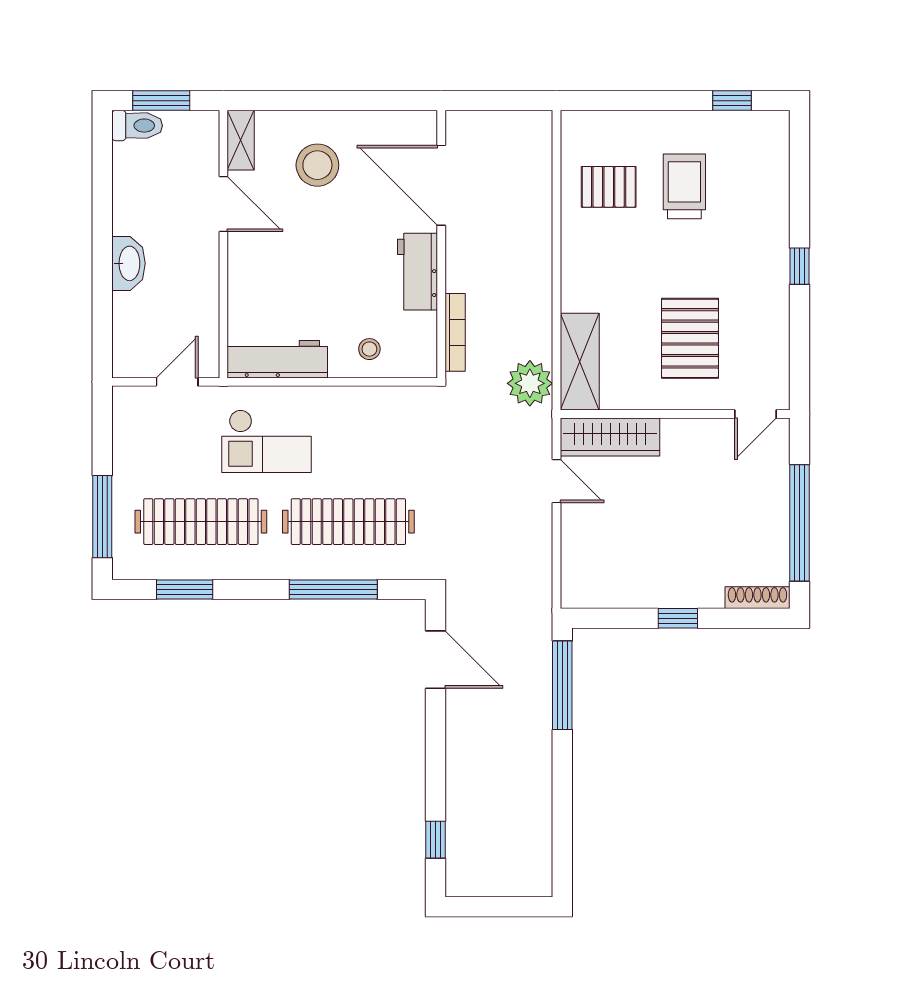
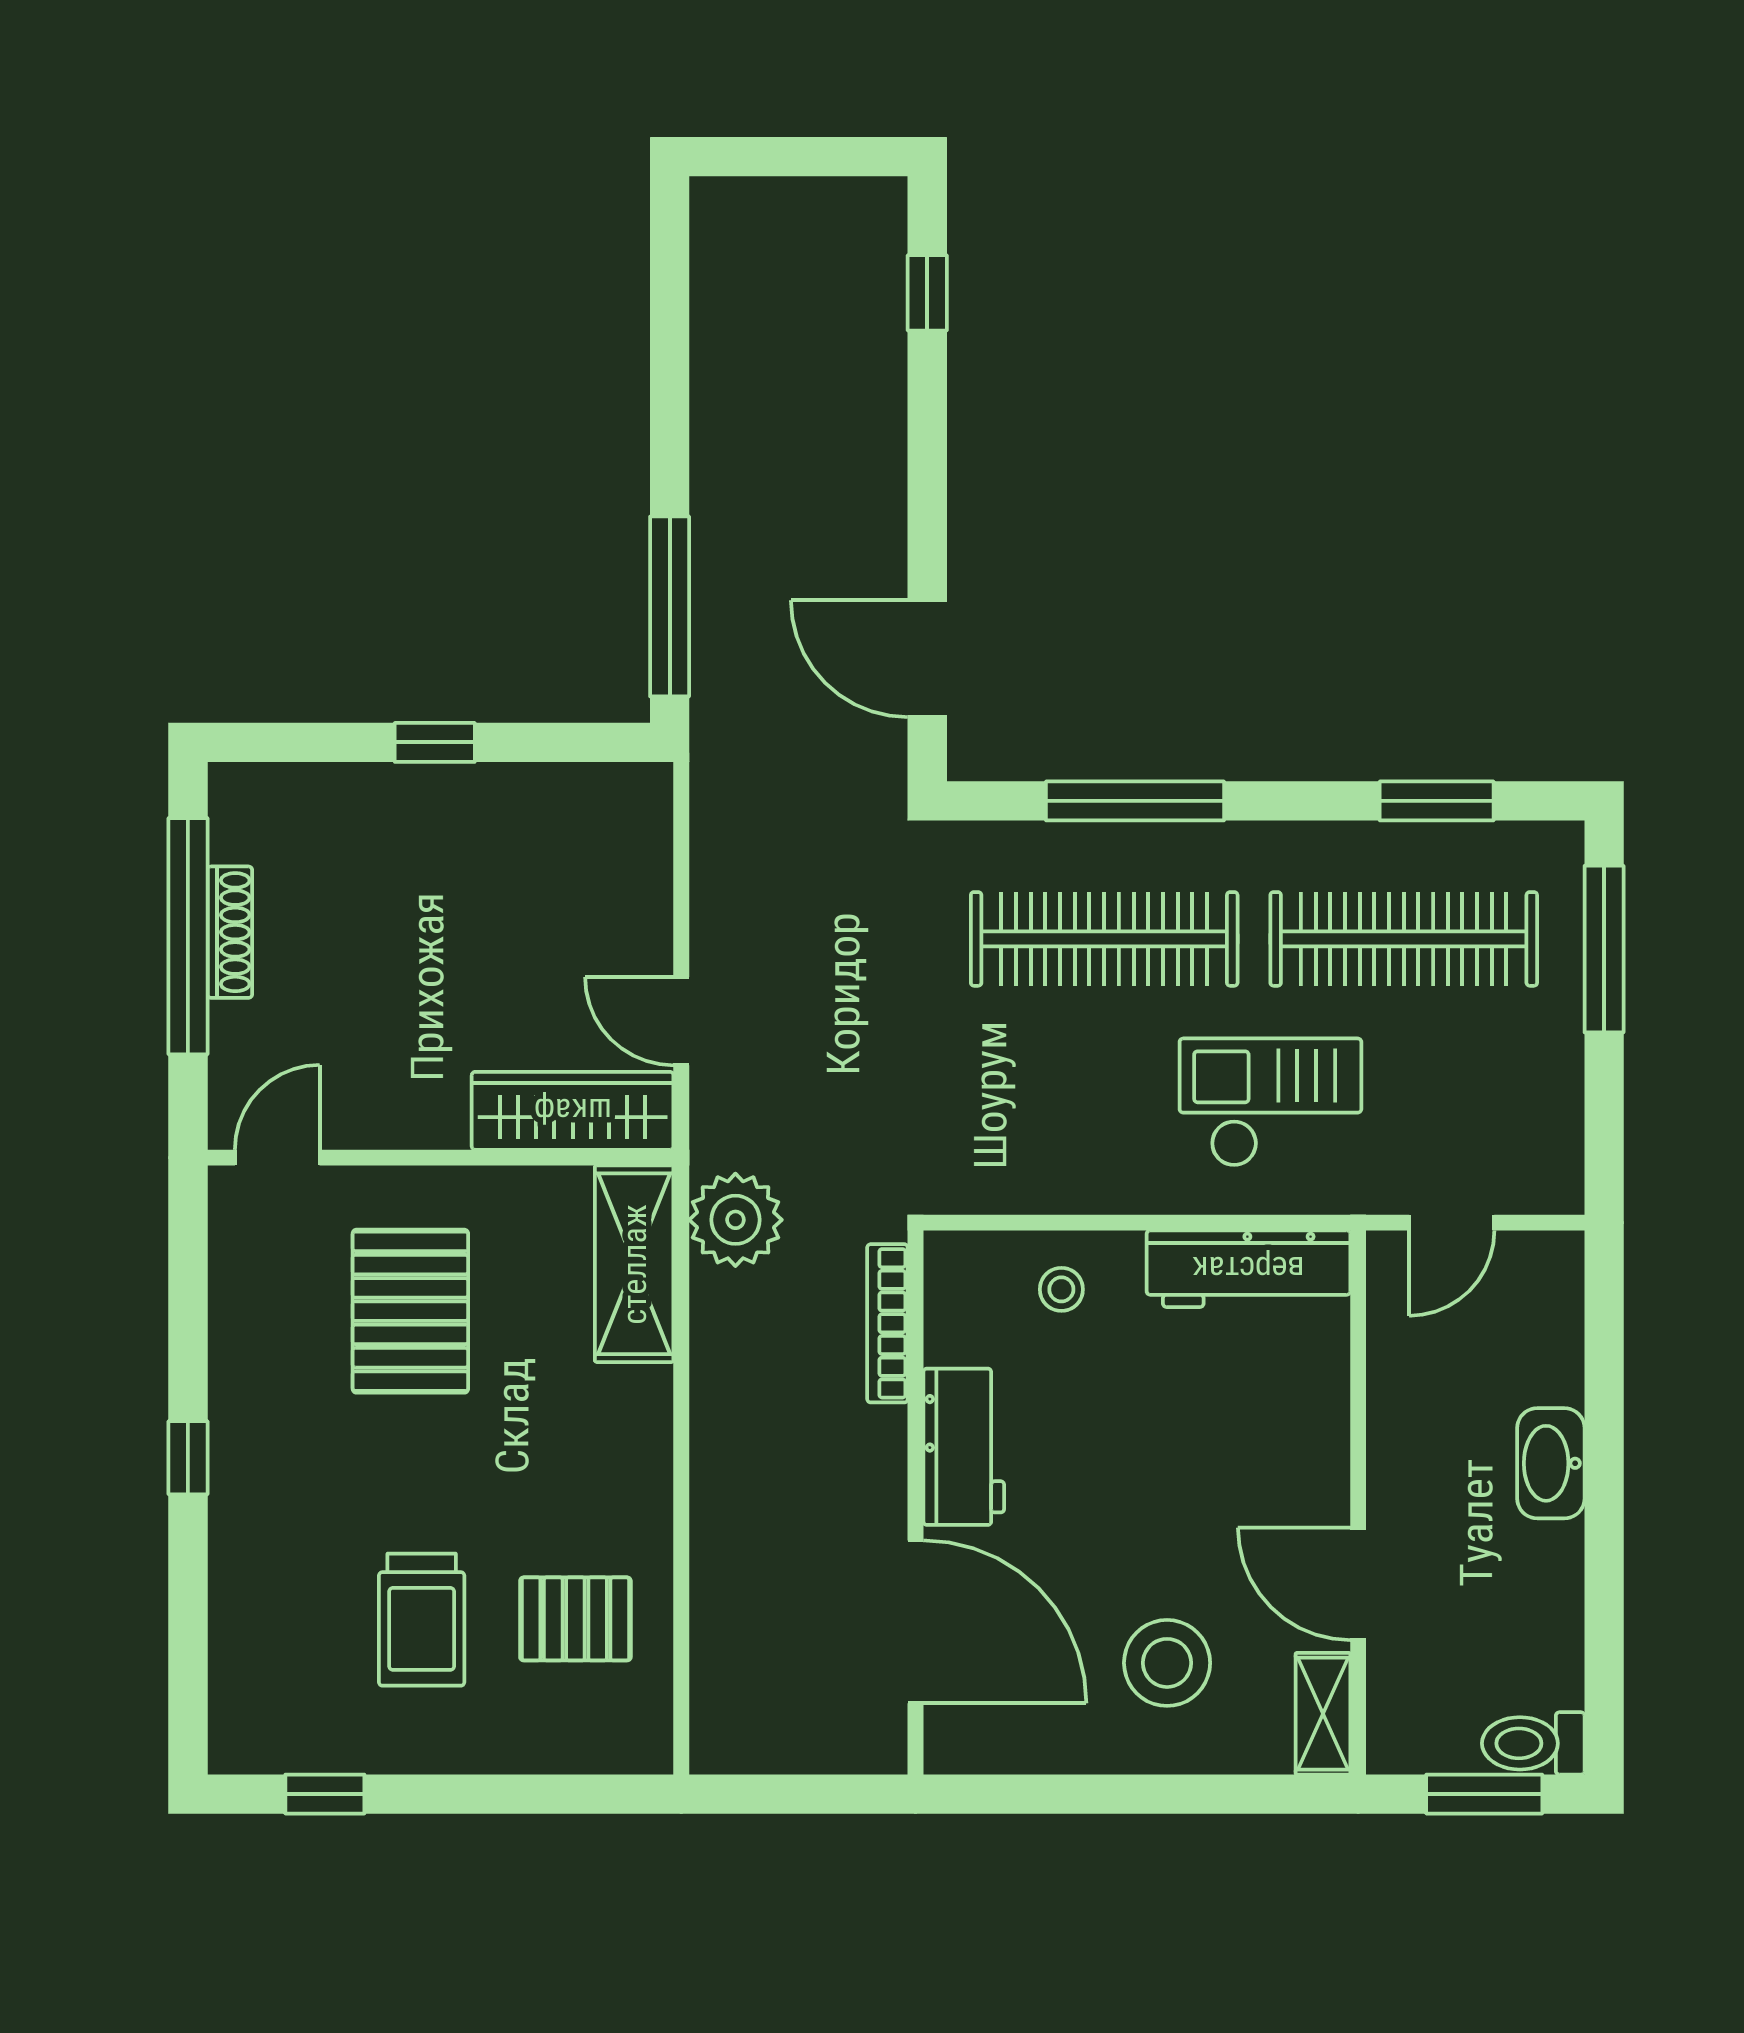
shoe rack: (757, 598) -> (230, 932), moved, turned -90

